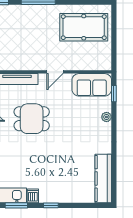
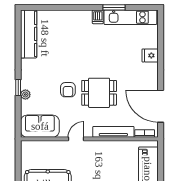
window: (114, 94) -> (18, 87), moved
armchair: (63, 122) -> (68, 90), added
window: (51, 205) -> (80, 7), removed

